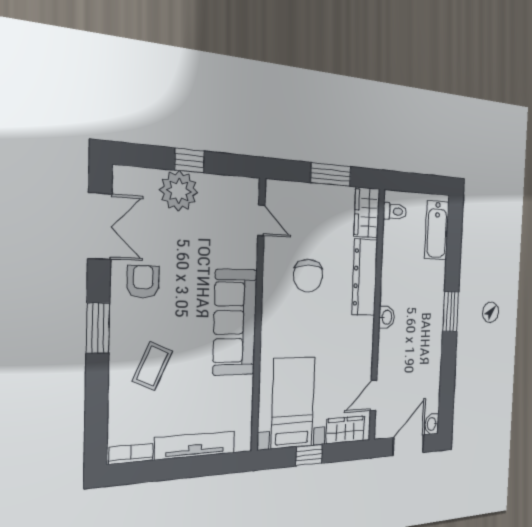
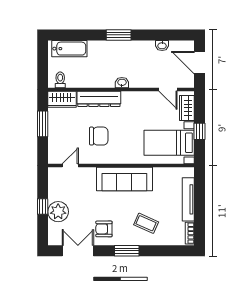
washbasin: (432, 424) -> (162, 45), moved

